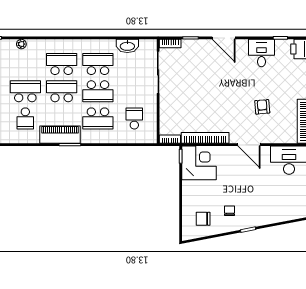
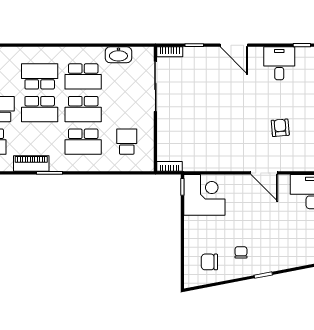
school desk: (98, 64) -> (83, 76), turned 180
school desk: (62, 91) -> (40, 109), turned 180
piano: (60, 135) -> (31, 164), width x0.73, depth x0.75
bookcase: (205, 138) -> (212, 165), removed

